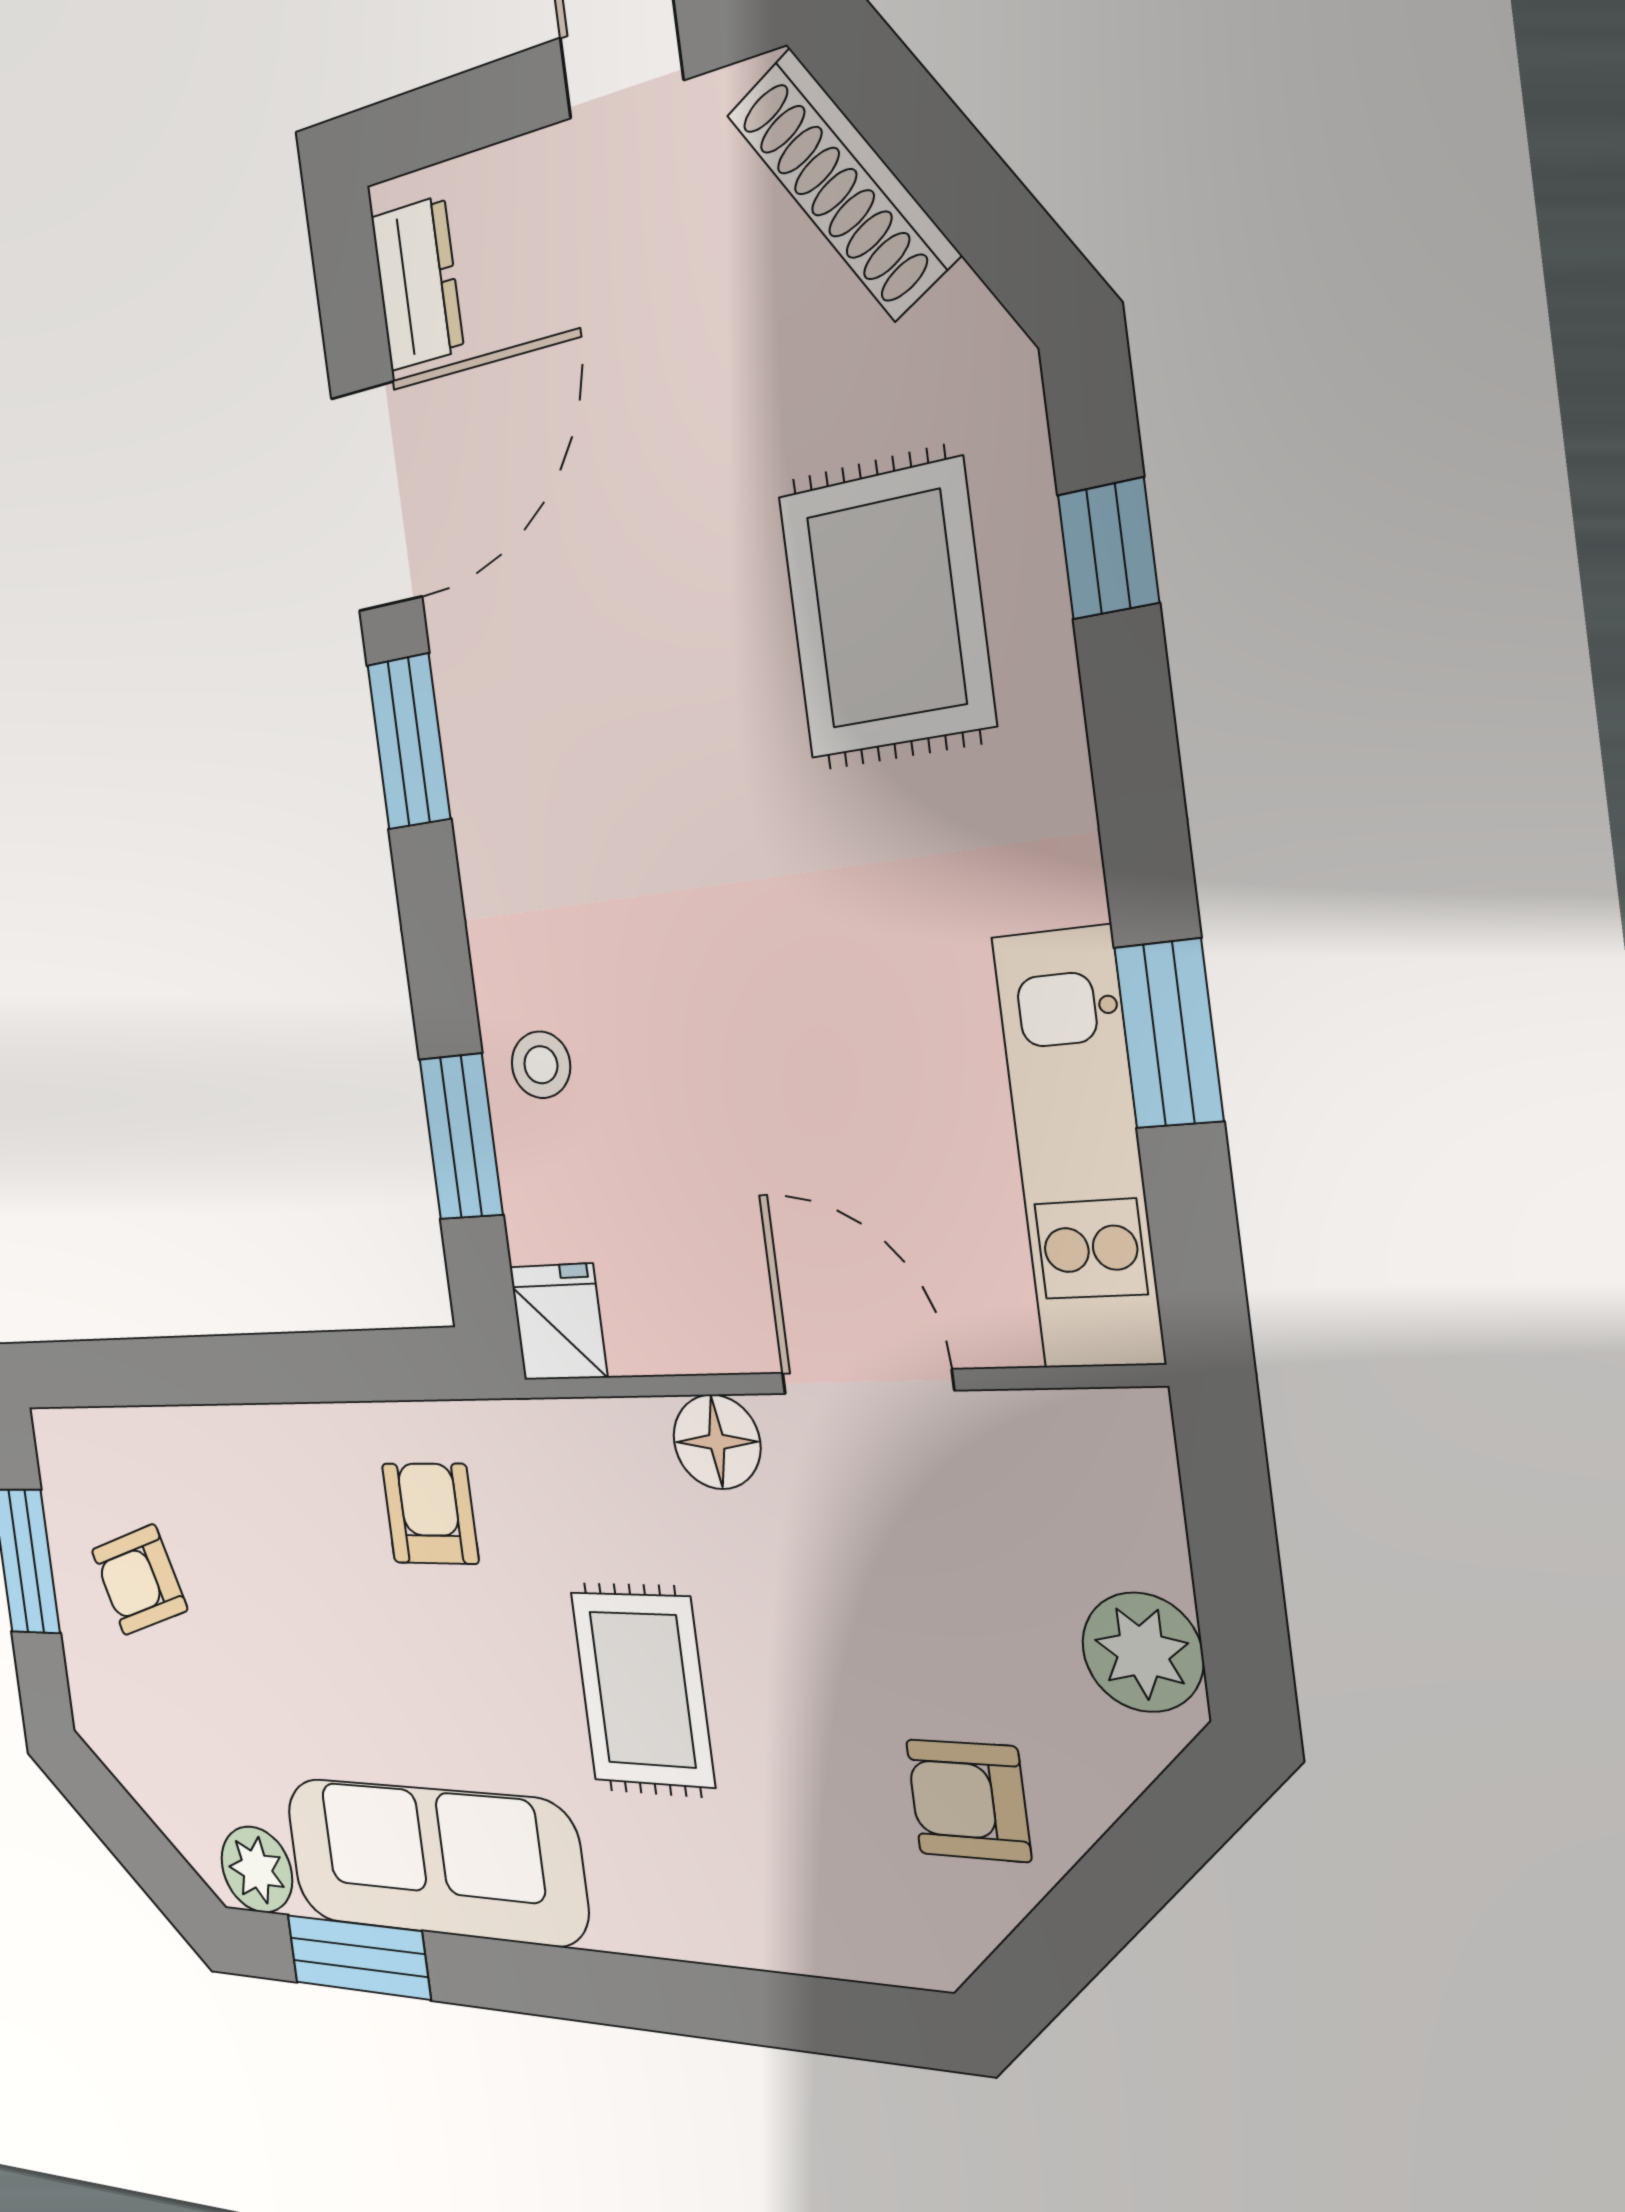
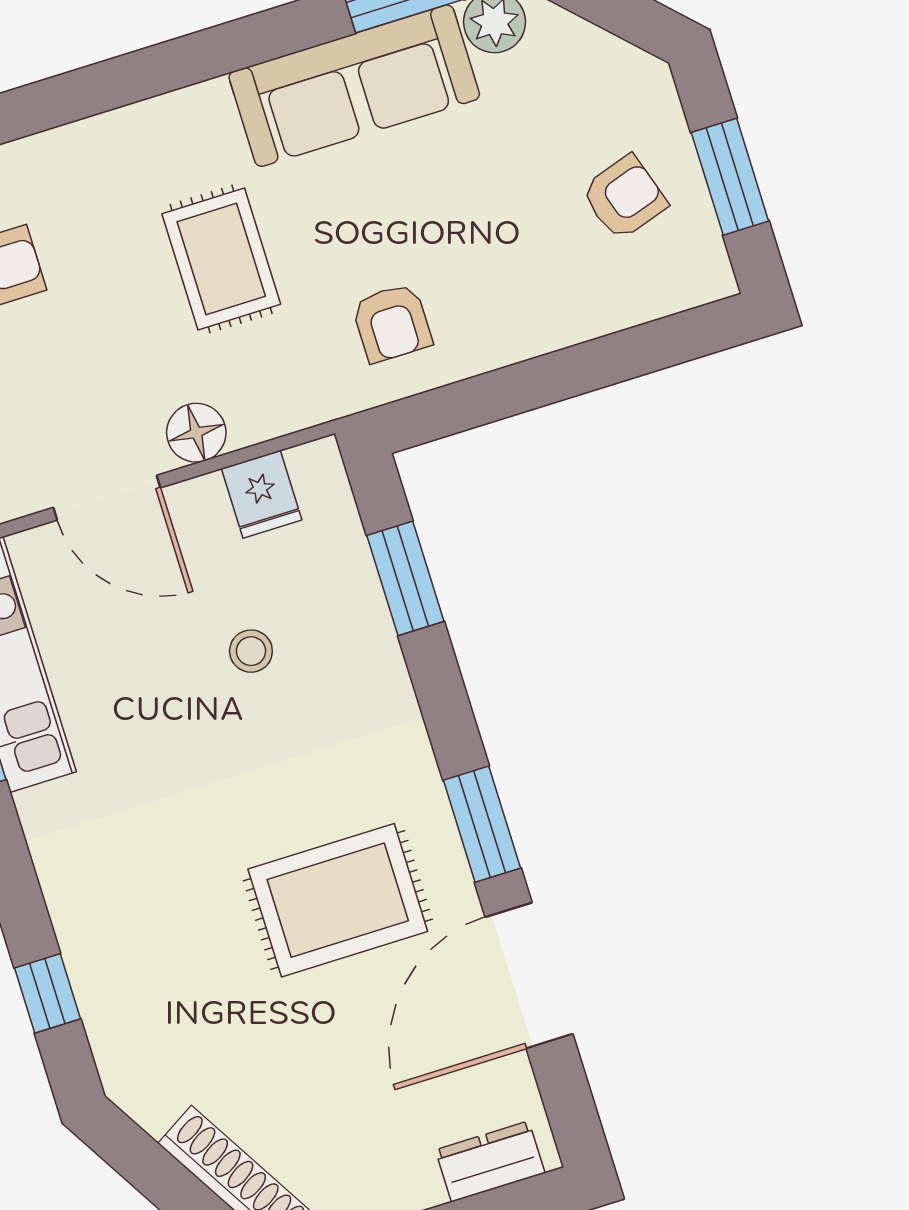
dresser: (417, 283) -> (490, 1161), moved, turned 90
rug: (886, 610) -> (338, 900), moved, turned 90
stool: (541, 1065) -> (251, 651), moved
fridge: (558, 1322) -> (262, 494), moved

